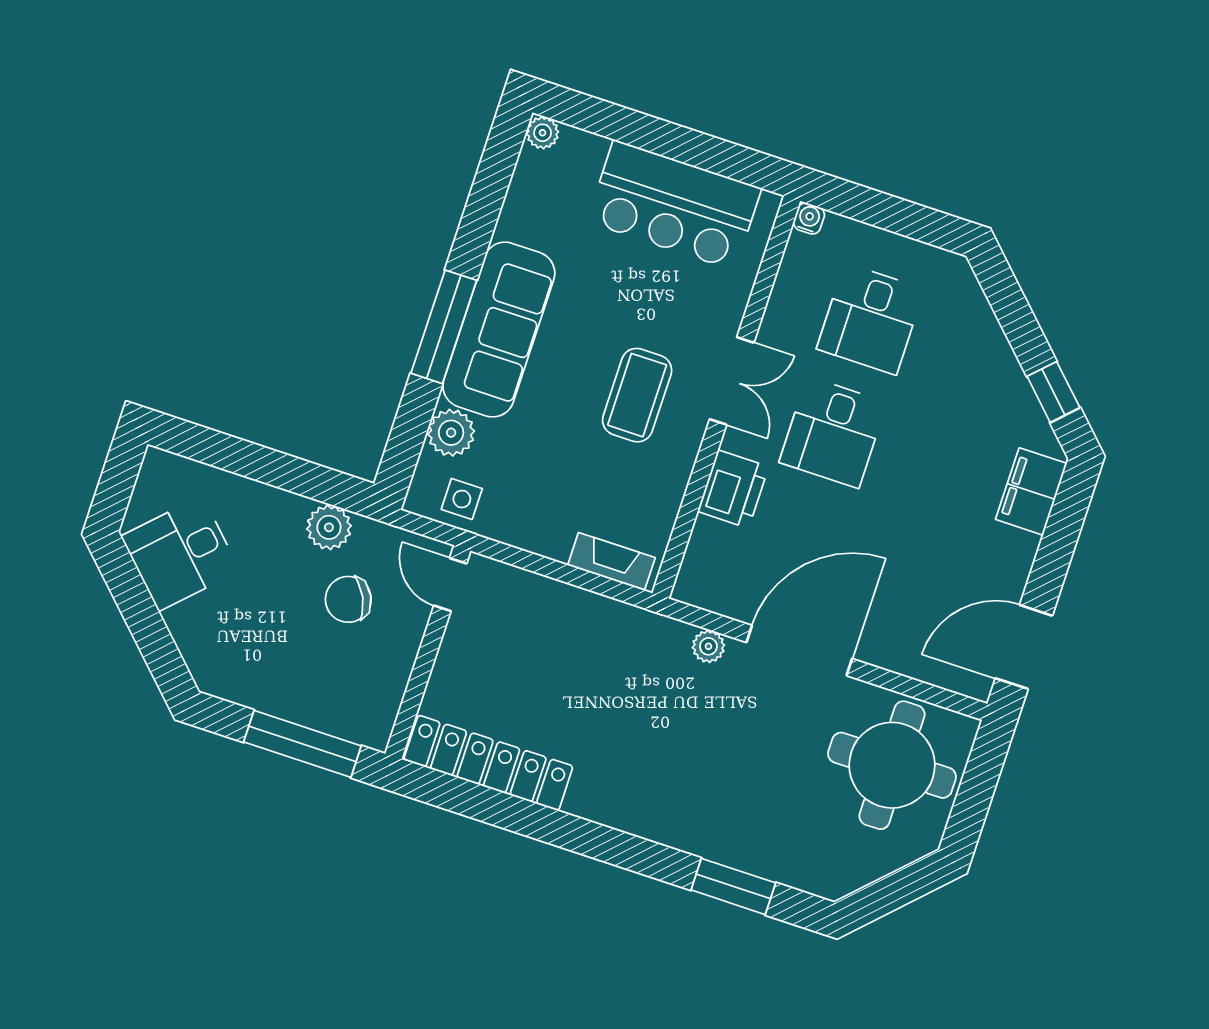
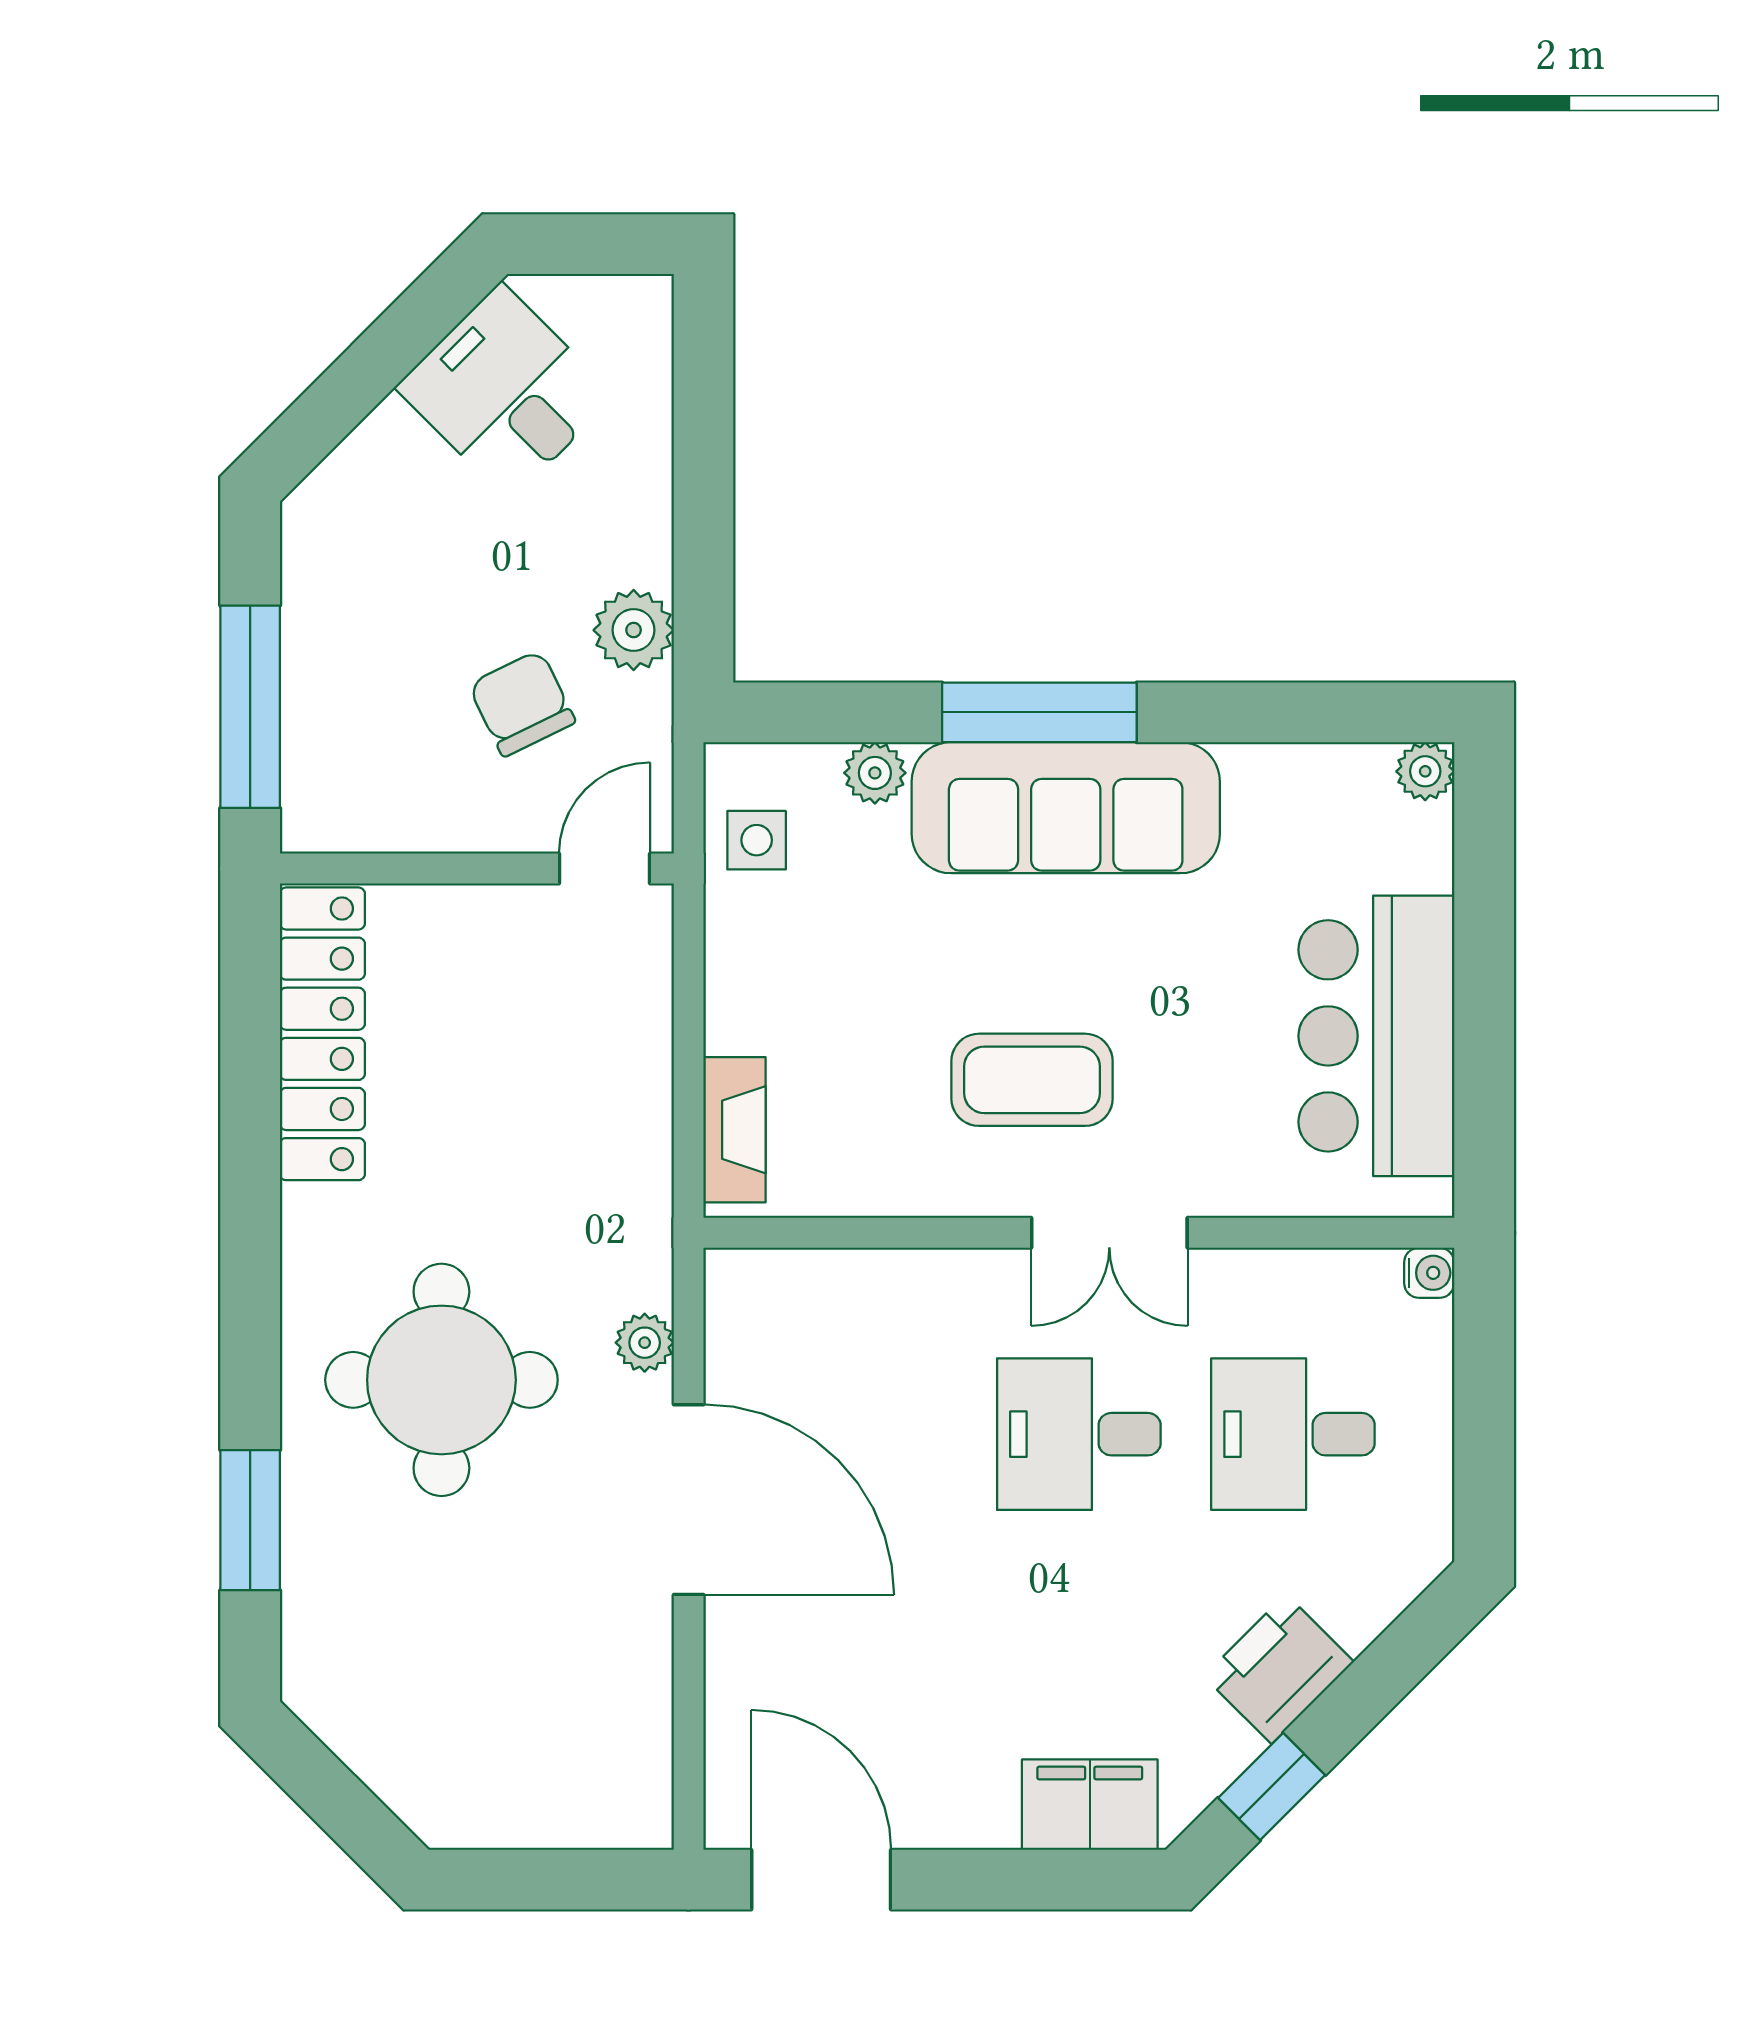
plant: (451, 433) -> (875, 773), width x0.73, depth x0.73
printer: (733, 489) -> (1279, 1669), moved, turned 135
round table: (892, 765) -> (441, 1380), moved

